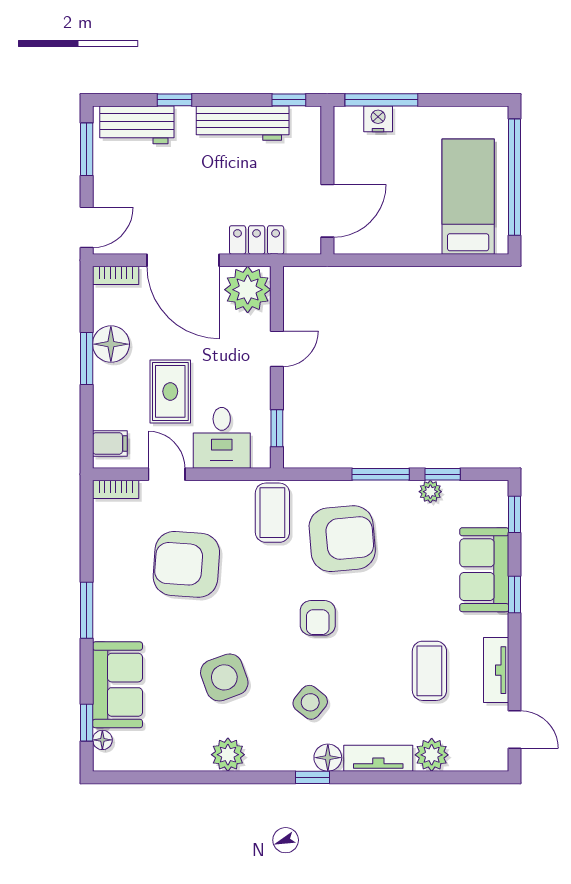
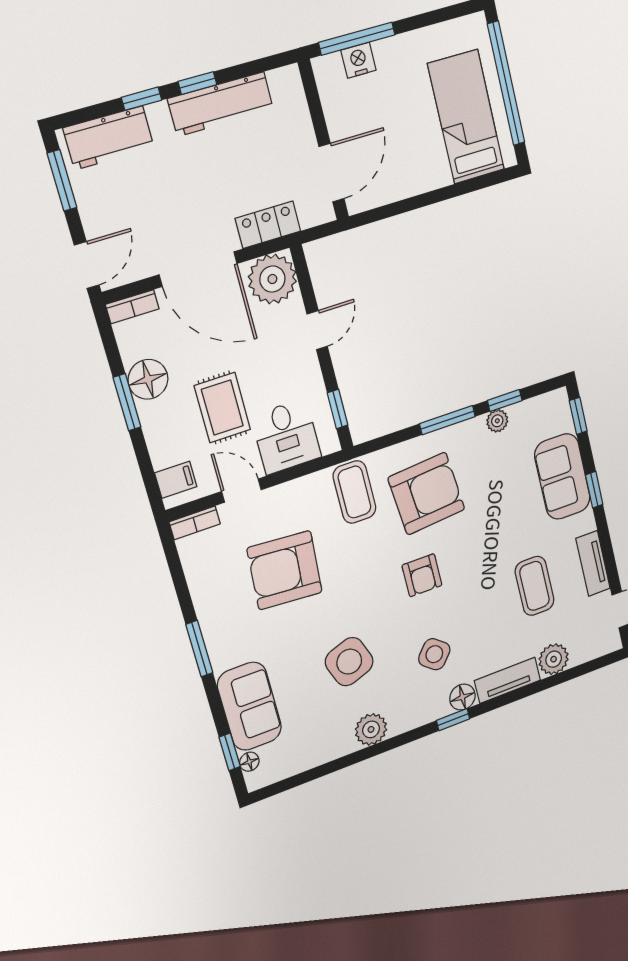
window: (289, 100) -> (197, 83), moved

